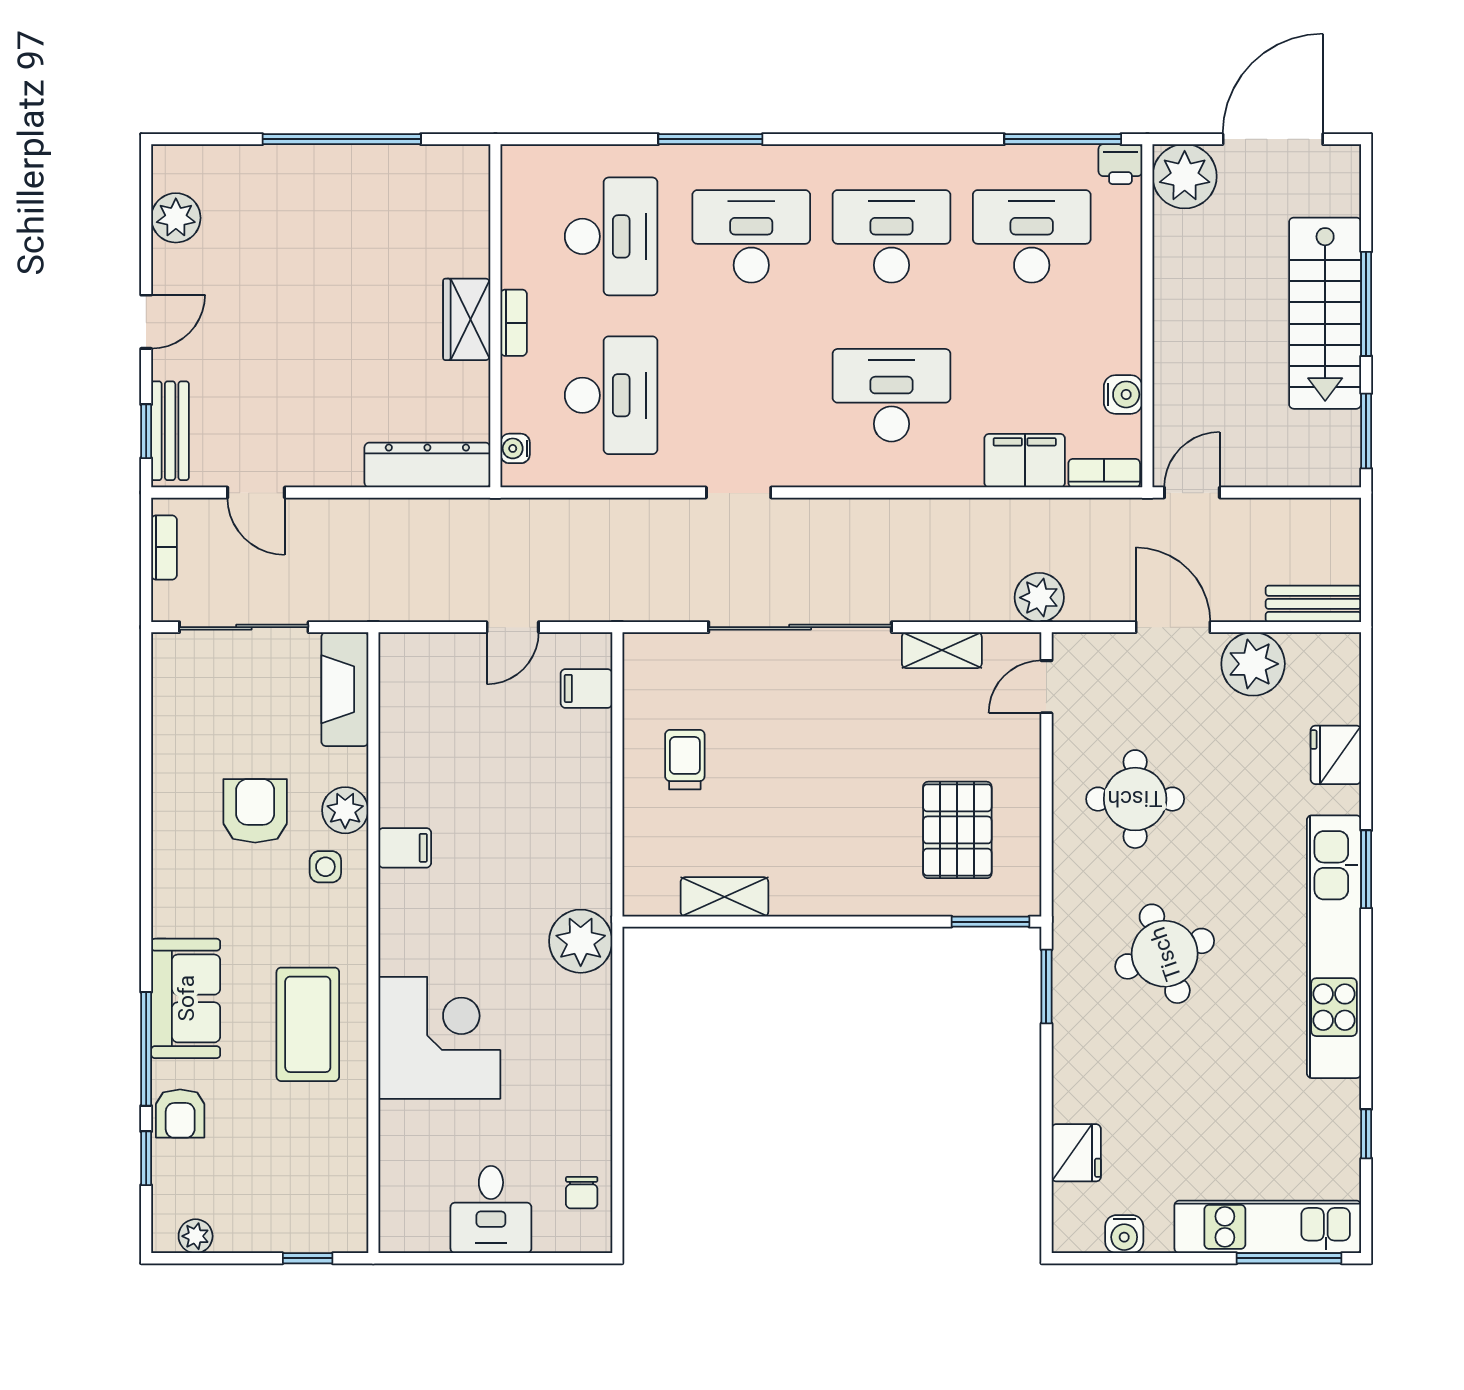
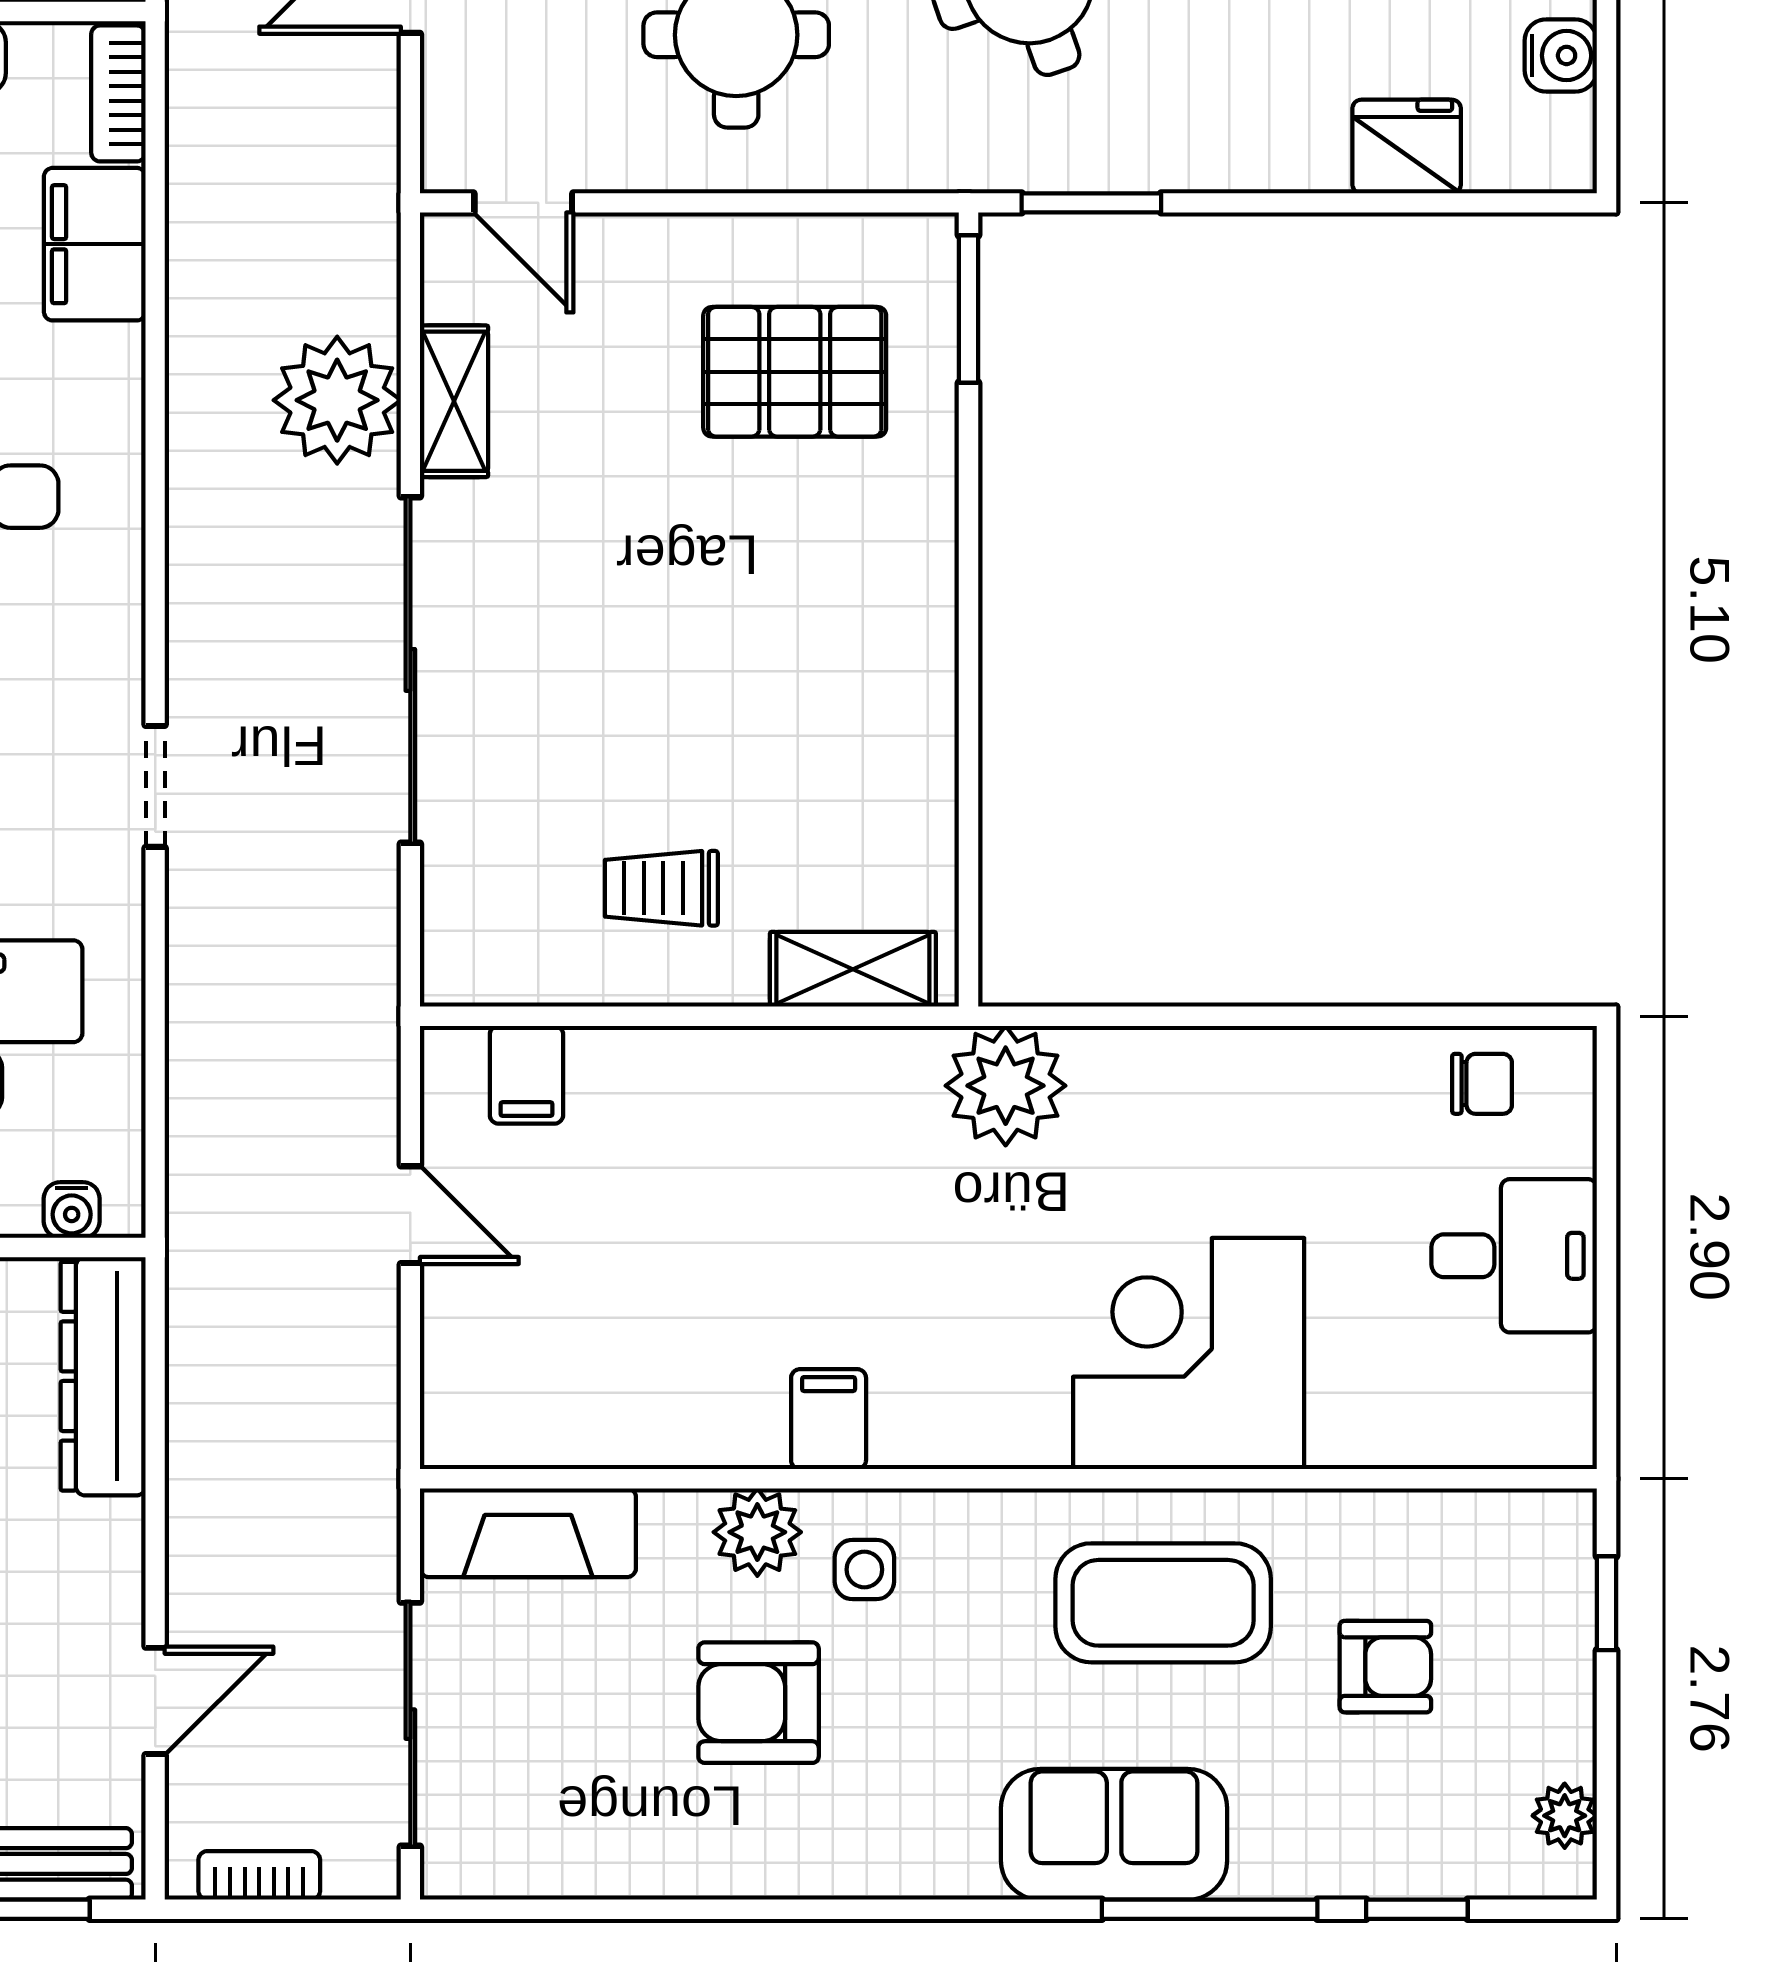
plant: (1039, 598) -> (337, 400), moved, width x1.36, depth x1.36
shelving: (724, 897) -> (853, 969), moved, turned 90
armchair: (180, 1114) -> (1385, 1667), moved

